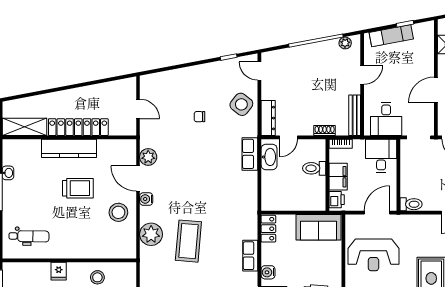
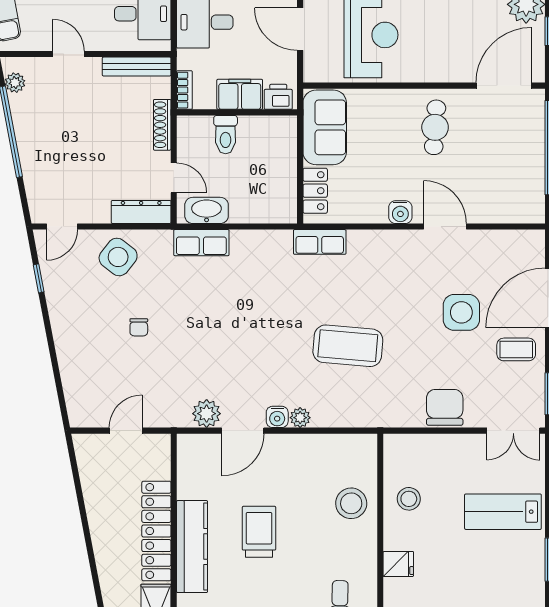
shoe rack: (325, 131) -> (162, 125), width x1.43
stool: (118, 212) -> (351, 503), moved
locker: (268, 229) -> (315, 191), moved, turned 90
plant: (151, 234) -> (300, 418), moved, width x0.53, depth x0.53
row of seats: (250, 256) -> (320, 242), moved

